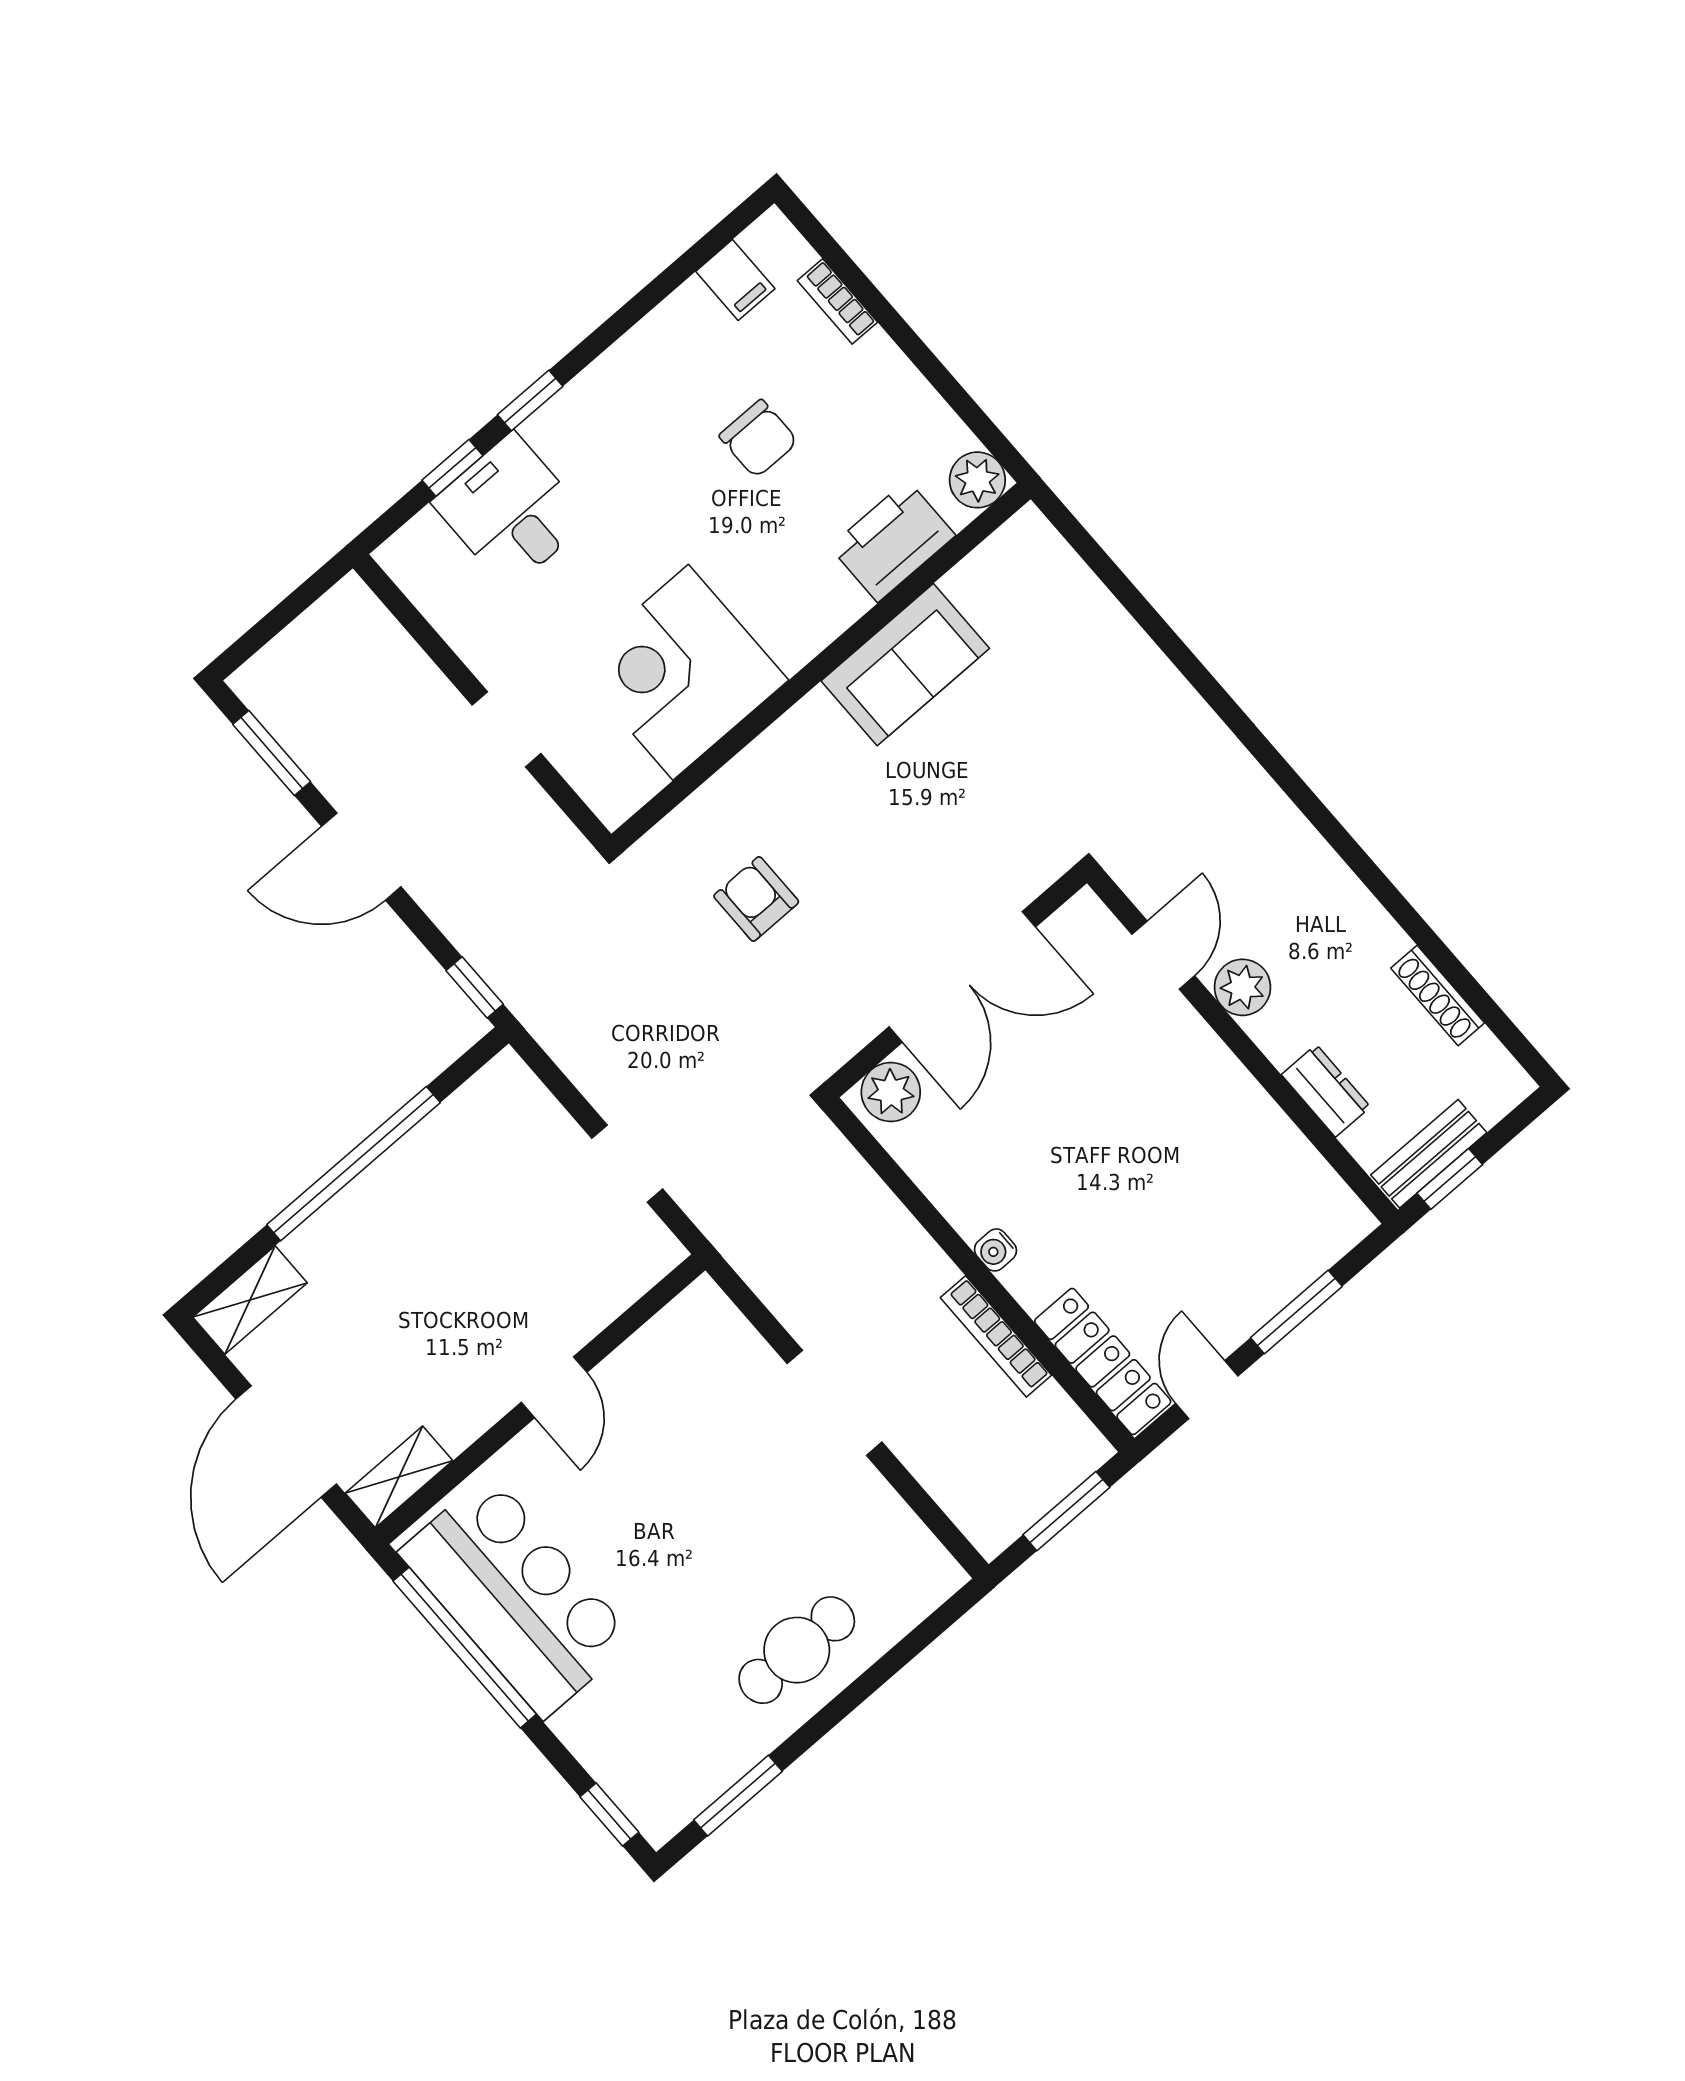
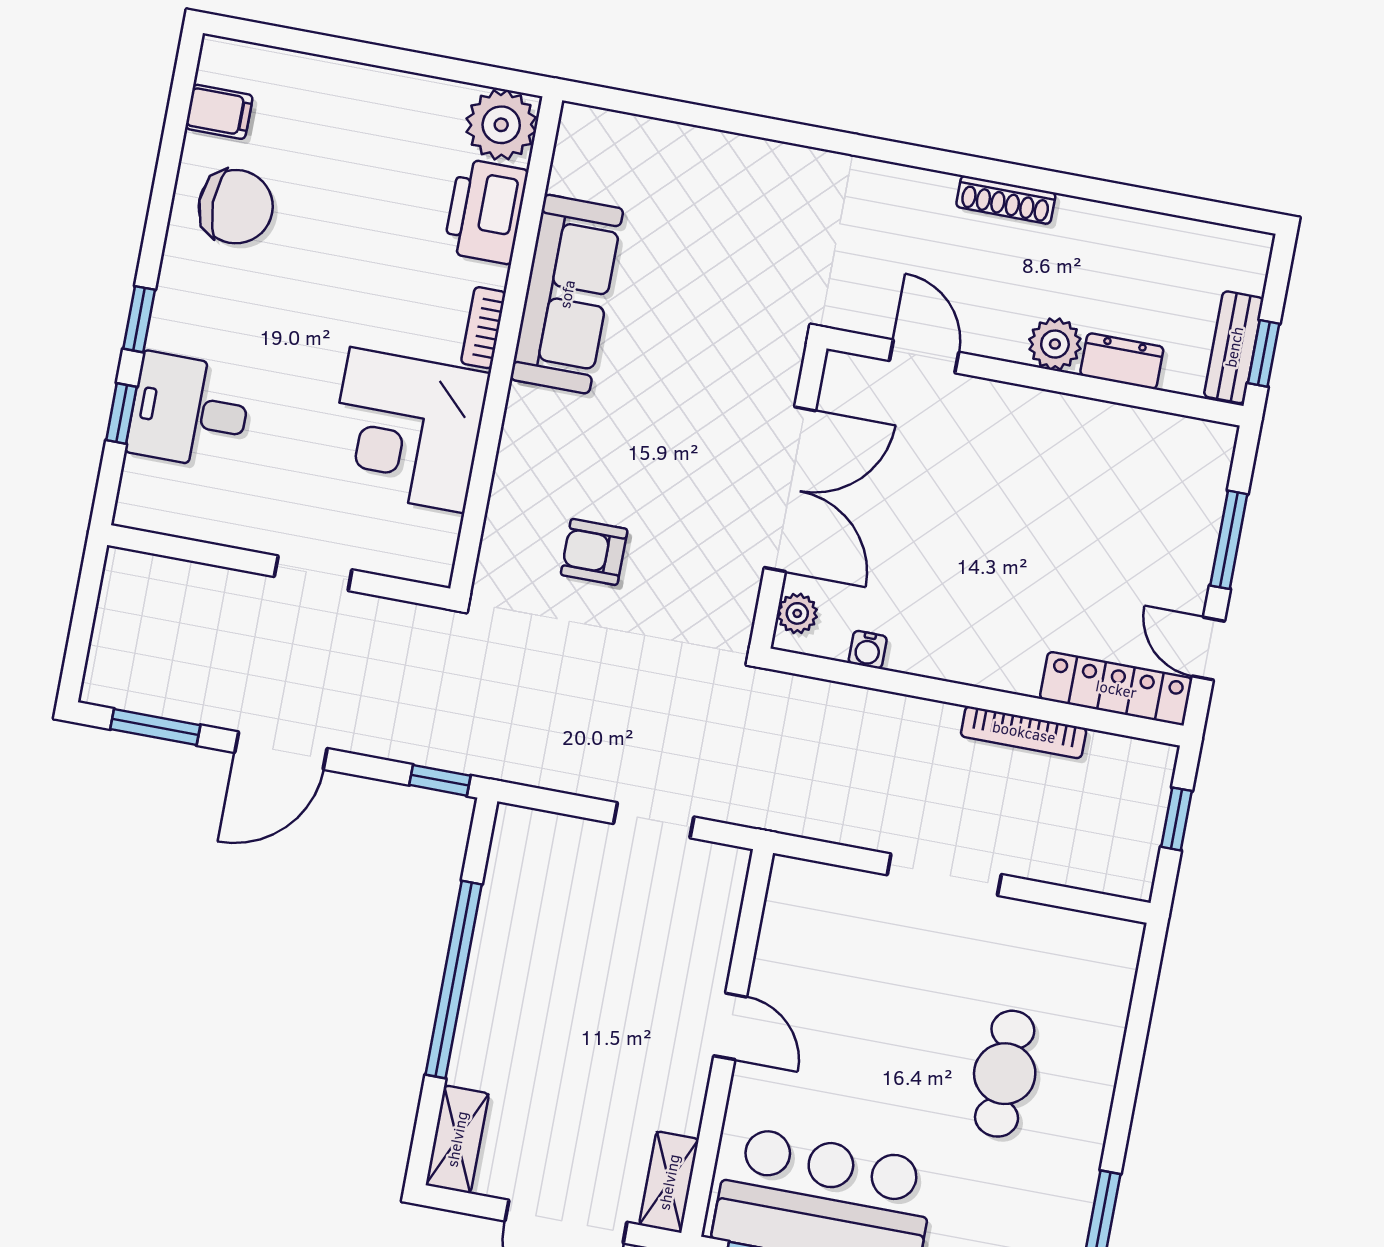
bookcase: (837, 301) -> (483, 328), moved, turned 90
chair: (759, 439) -> (236, 207), moved, width x1.37, depth x1.37
plant: (977, 480) -> (501, 125), width x1.36, depth x1.36
sofa: (905, 665) -> (567, 294), width x1.36
plant: (1242, 987) -> (1055, 344), moved
shoe rack: (1438, 995) -> (1006, 200), moved
plant: (891, 1092) -> (797, 613), width x0.73, depth x0.73
water cooler: (995, 1250) -> (868, 650), moved
window: (1066, 1511) -> (1177, 819), width x0.67
cafe table: (797, 1650) -> (1005, 1074), moved

